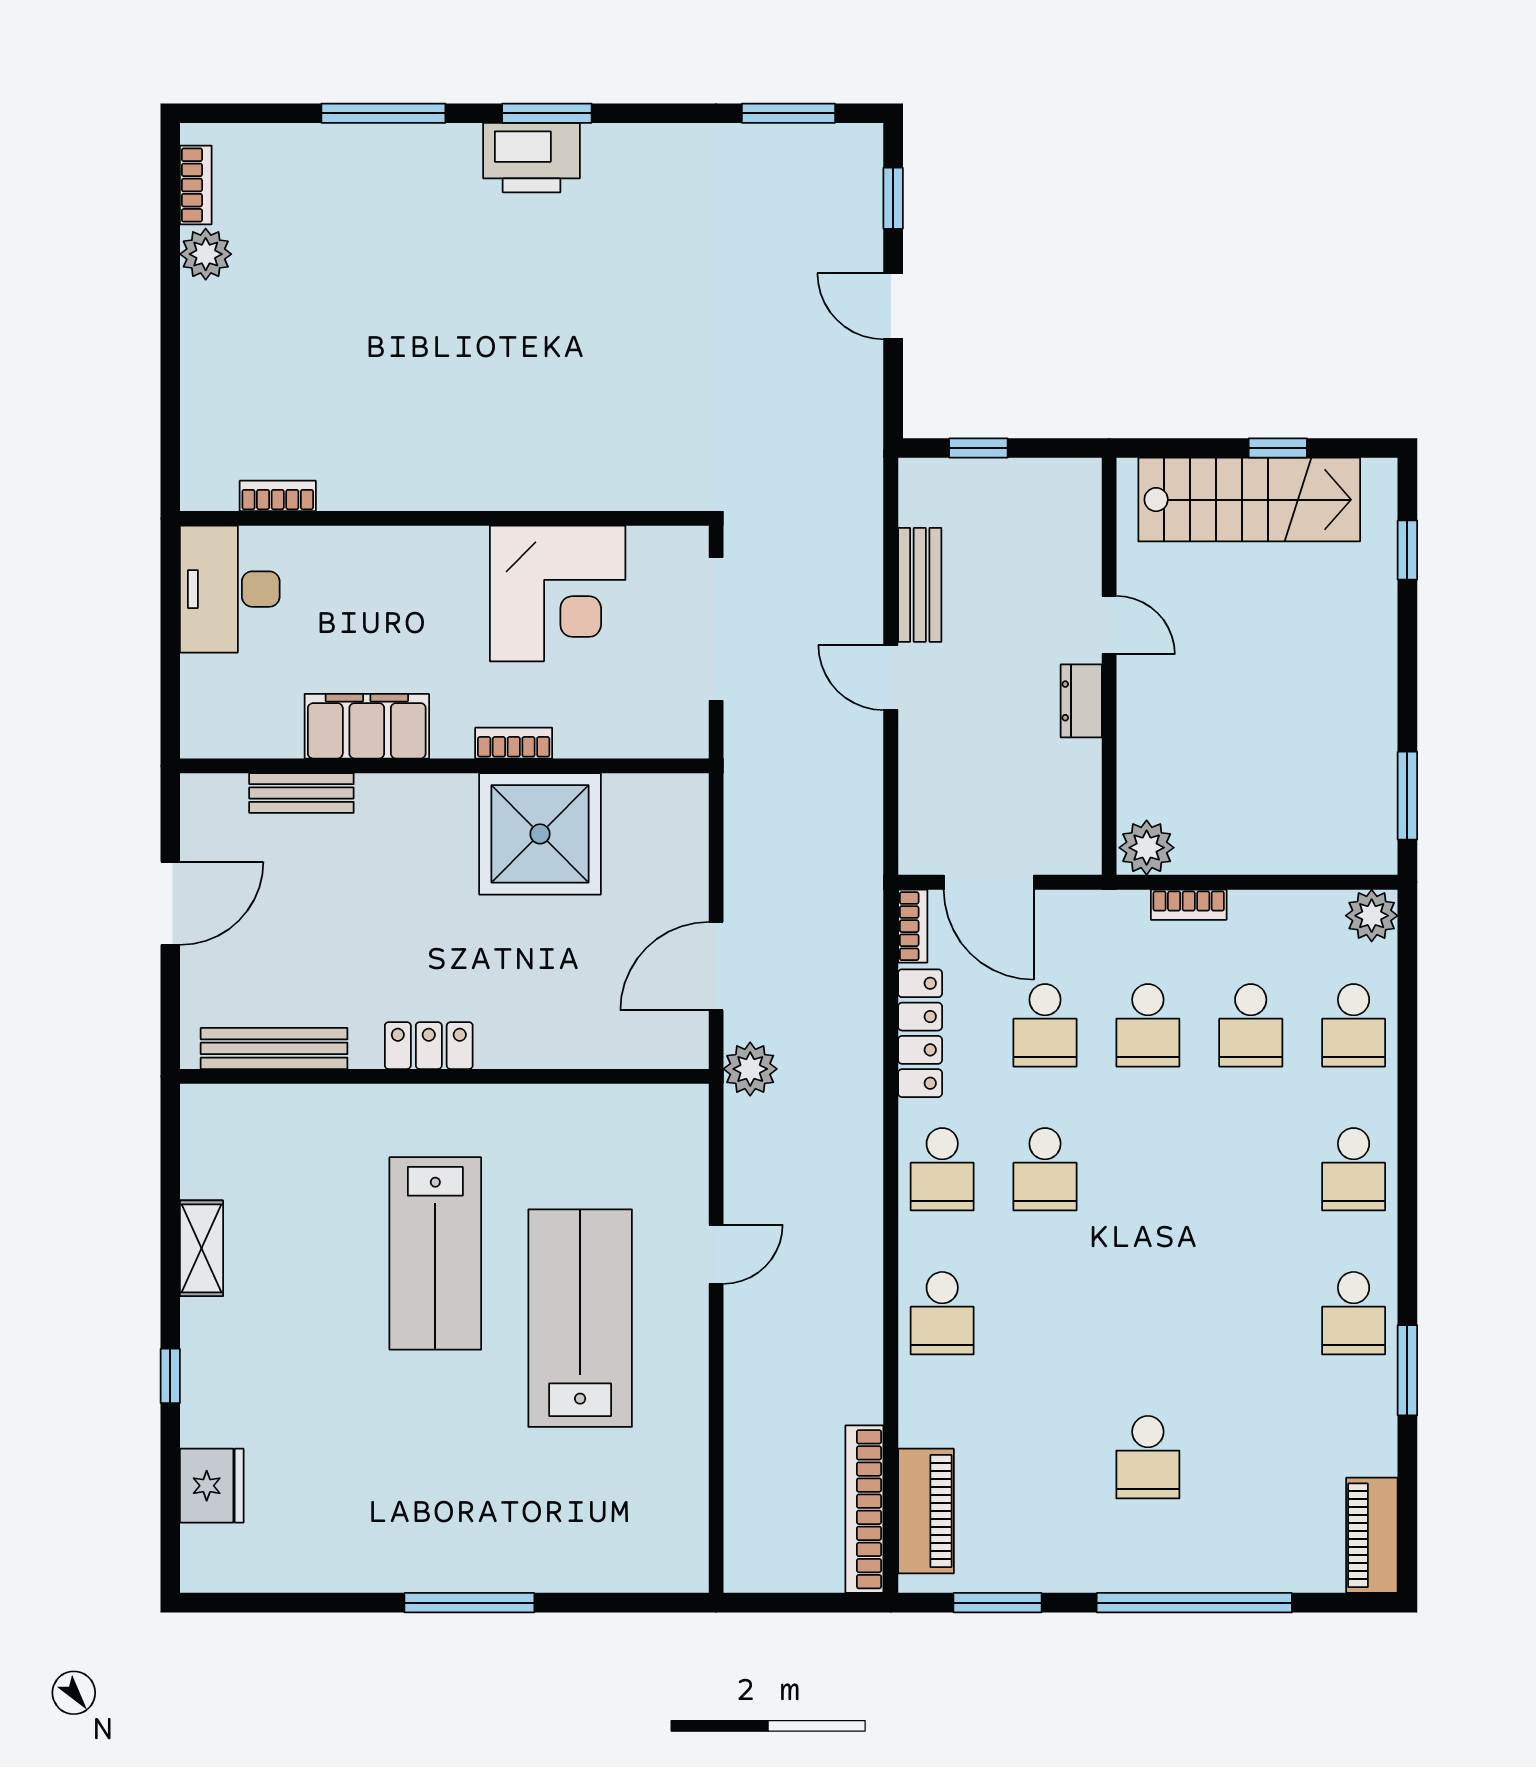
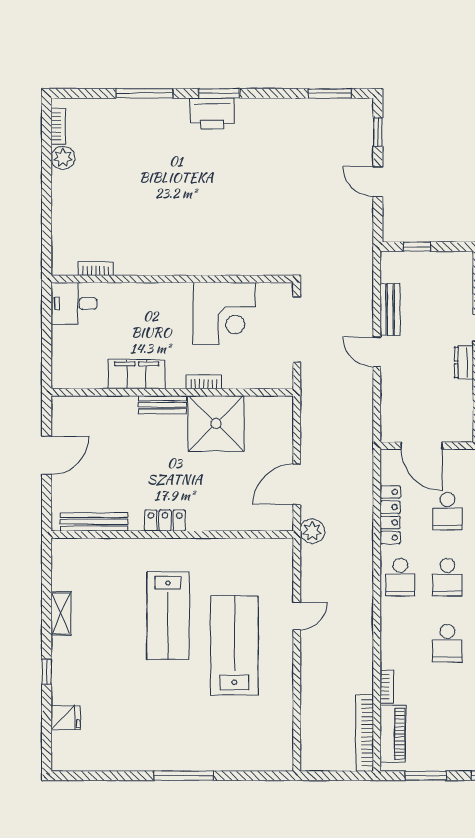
desk: (230, 589) -> (74, 303), width x0.73
bench: (301, 793) -> (162, 405), moved
bookcase: (913, 926) -> (387, 687), moved
school desk: (942, 1313) -> (447, 643), moved
fridge: (212, 1486) -> (66, 717), width x0.72

